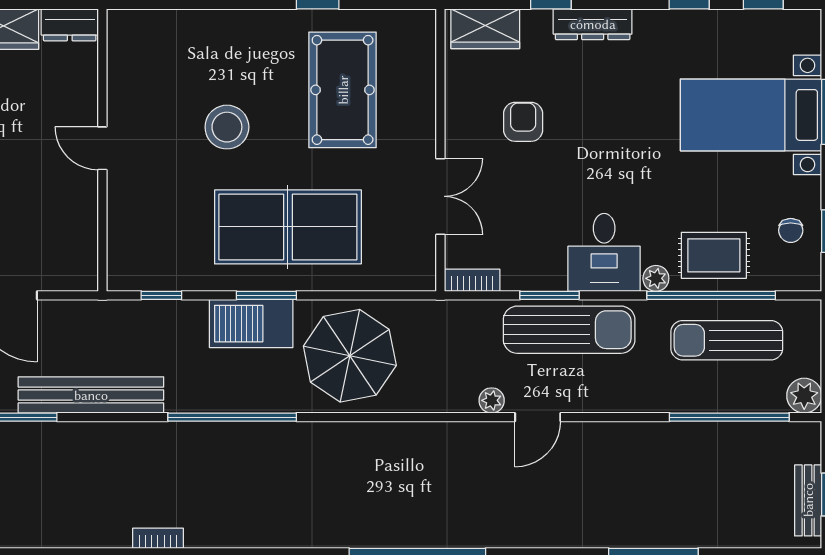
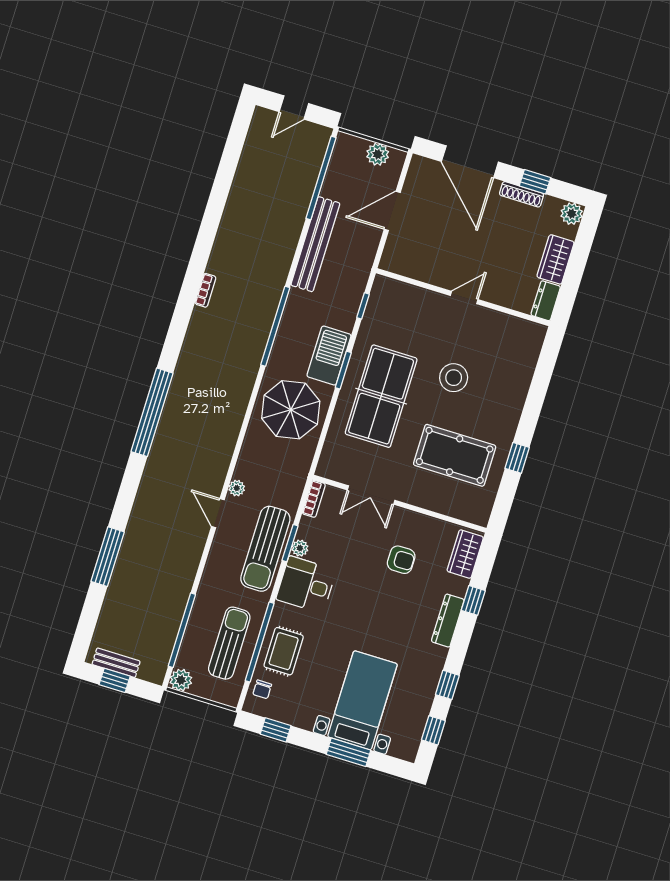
chair: (791, 230) -> (262, 689), moved, turned -90
plant: (656, 278) -> (300, 548), moved
bookcase: (158, 538) -> (205, 290), moved

